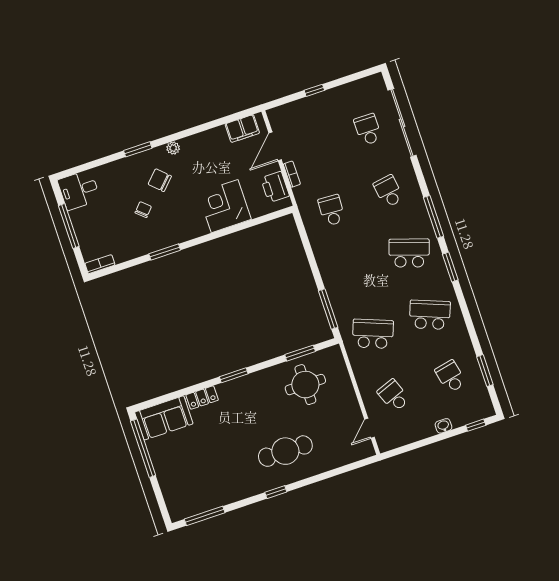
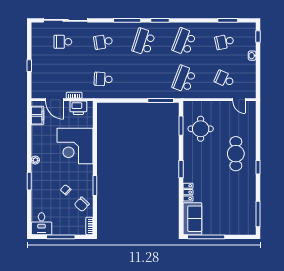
chair: (160, 180) -> (82, 204), moved
corner desk: (225, 206) -> (75, 146), width x1.36, depth x1.36
school desk: (394, 396) -> (224, 79), turned 45

